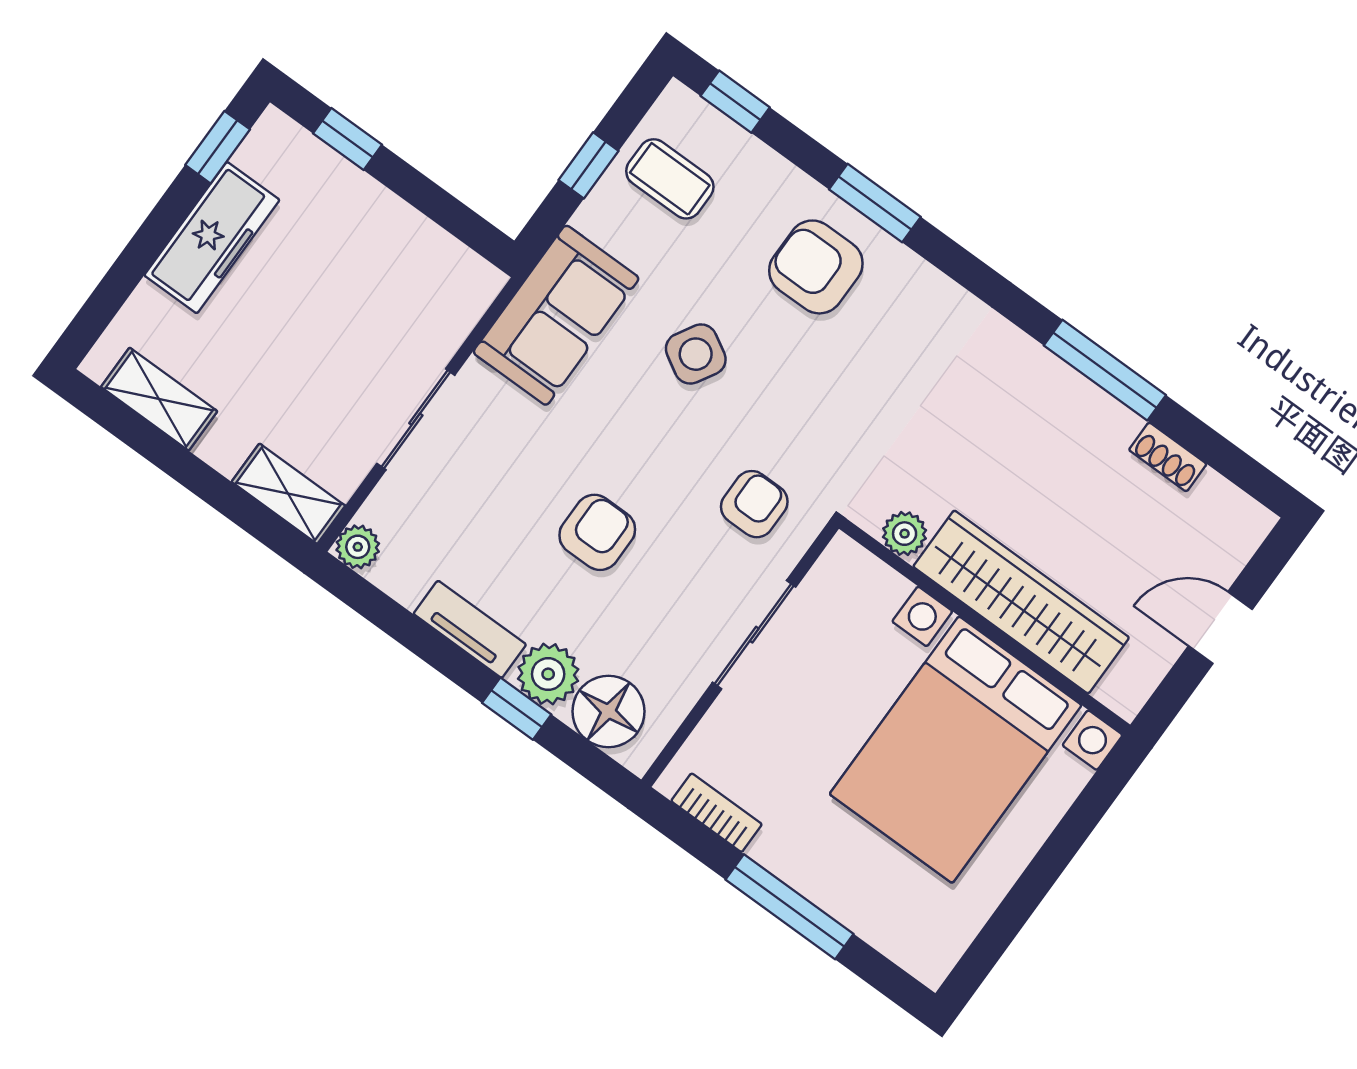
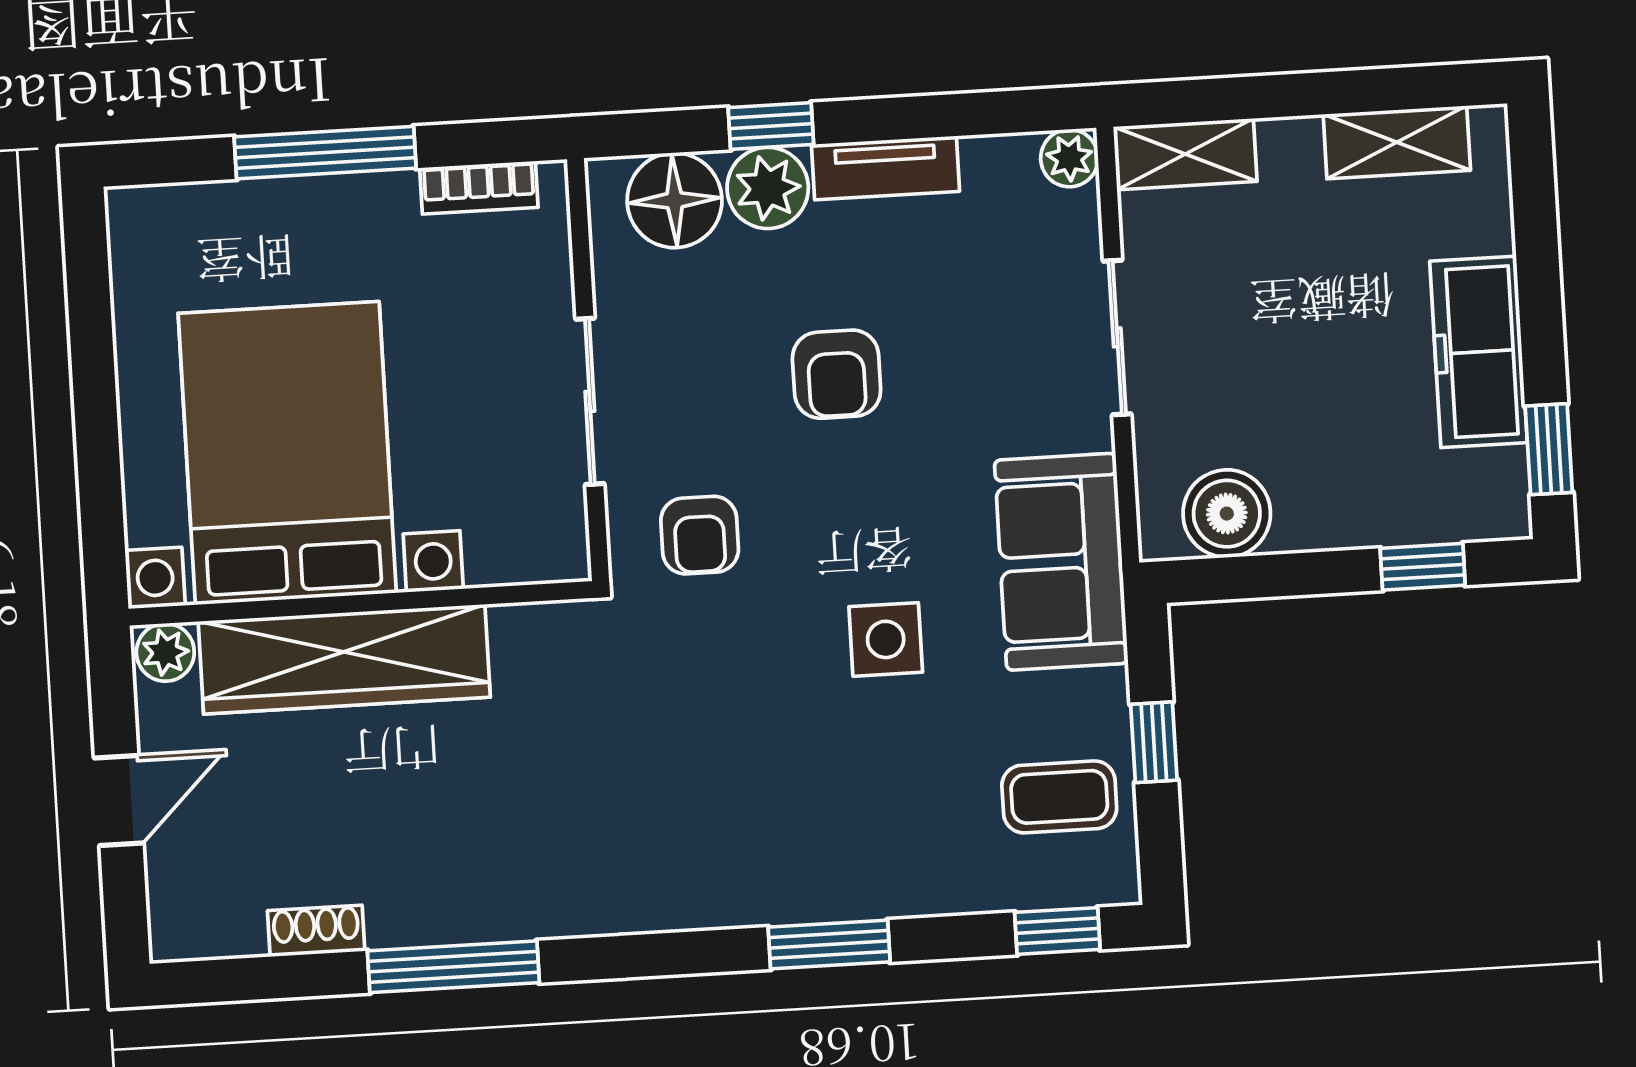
boiler: (436, 264) -> (1227, 514), added
armchair: (816, 267) -> (836, 830), removed
side table: (696, 354) -> (886, 639), turned -30
plant: (905, 534) -> (165, 652), moved

